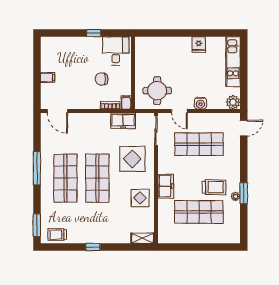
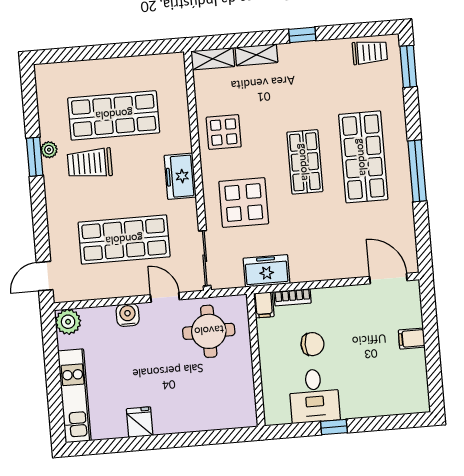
desk: (116, 51) -> (314, 396), moved
shop shelf: (97, 178) -> (305, 162), width x0.70, depth x0.74
freezer: (166, 186) -> (180, 176), moved
shelving: (119, 238) -> (256, 55), added

